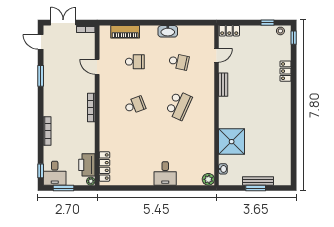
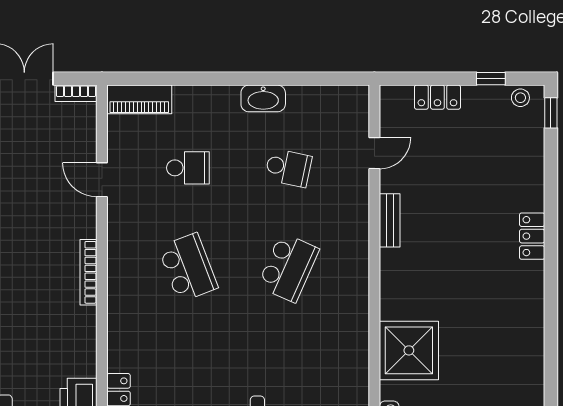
locker: (229, 31) -> (437, 97), moved
piano: (125, 32) -> (139, 99), moved
locker: (286, 71) -> (532, 236), moved
school desk: (135, 105) -> (188, 268), width x1.85

